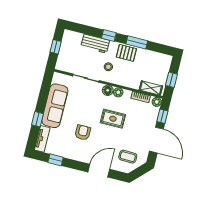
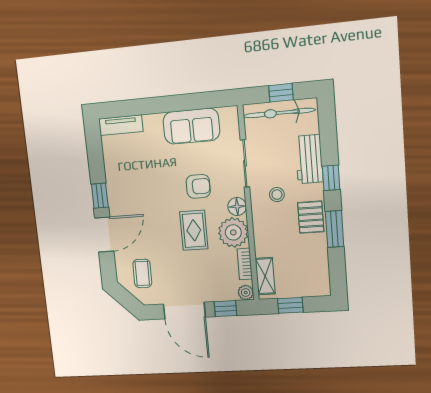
bicycle: (66, 51) -> (279, 113), added
plant: (118, 92) -> (233, 232), width x1.88, depth x1.88
sofa: (55, 106) -> (191, 126), width x0.73
window: (38, 119) -> (149, 106), removed
armchair: (83, 133) -> (198, 186), moved
door: (156, 140) -> (184, 311), hinge flipped
window: (56, 160) -> (100, 196), moved
door: (99, 171) -> (104, 235), hinge flipped

